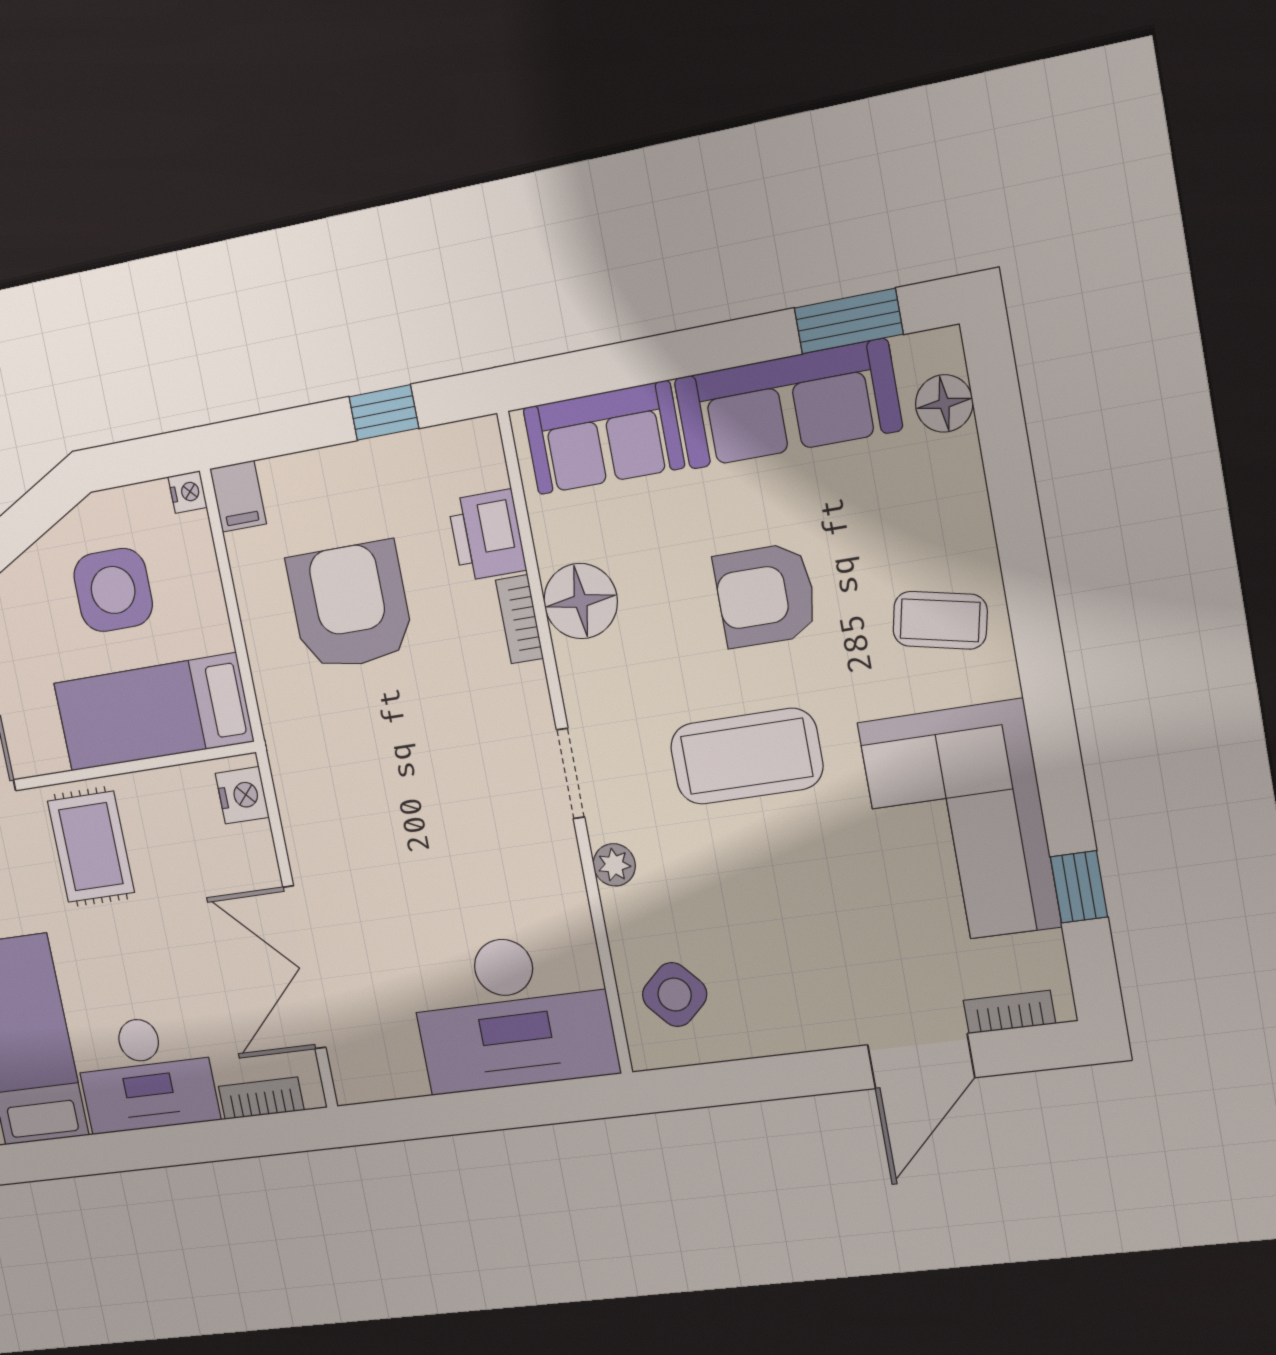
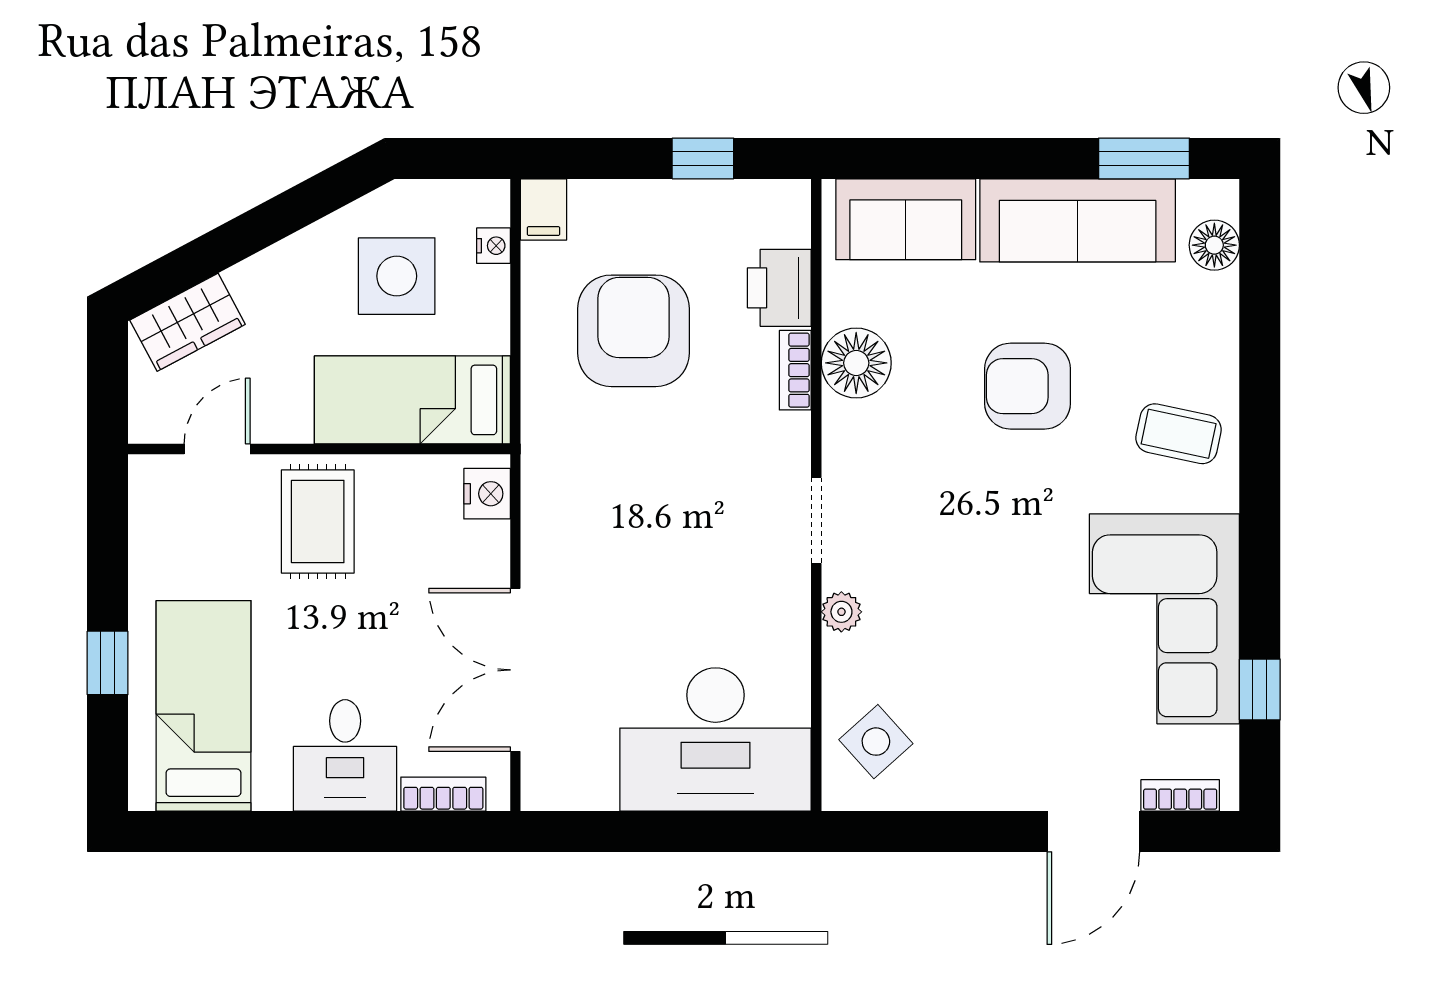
nightstand: (188, 492) -> (494, 246), moved
coffee table: (746, 756) -> (984, 529), removed
desk: (146, 1074) -> (345, 755), width x0.73

